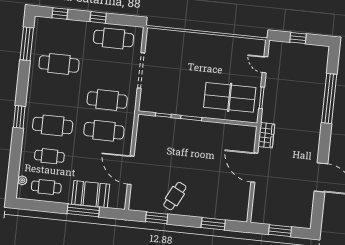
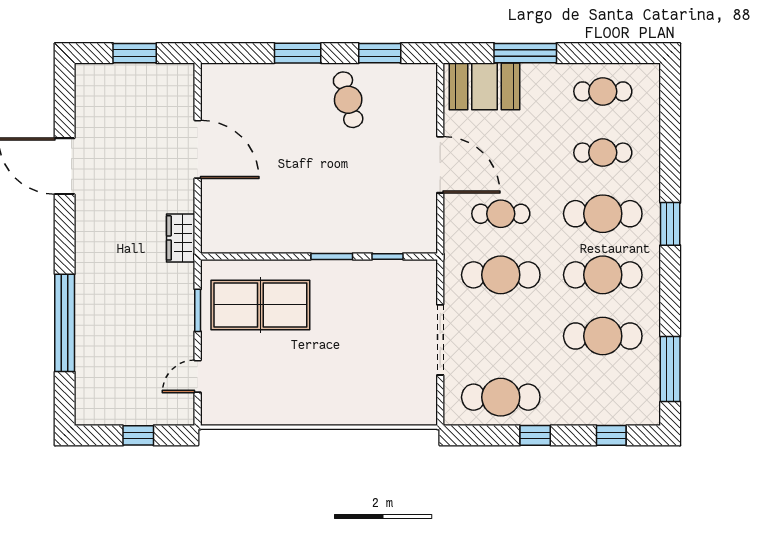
door: (265, 65) -> (198, 376), swing flipped
cafe table: (56, 95) -> (603, 275), added
cafe table: (104, 131) -> (501, 214), width x0.73, depth x0.74
door: (254, 168) -> (198, 149), moved
door: (131, 170) -> (440, 165), moved
plant: (22, 180) -> (651, 100), removed
booth: (91, 194) -> (485, 86), moved
cafe table: (175, 196) -> (348, 100), turned -42
window: (213, 224) -> (298, 53), moved

